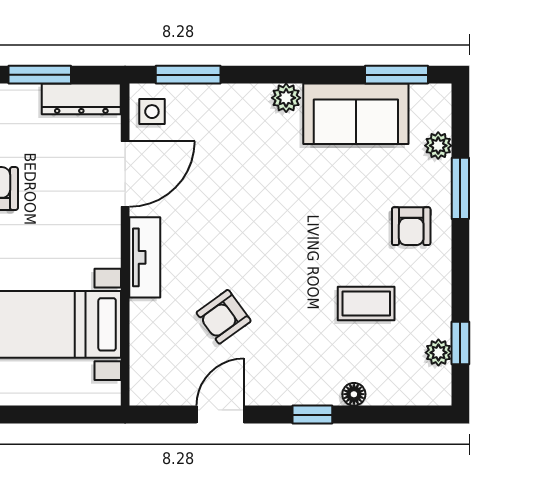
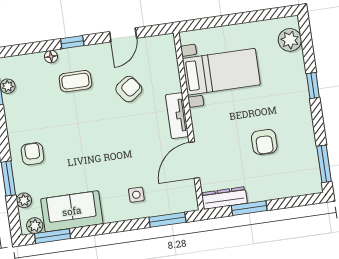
plant: (286, 98) -> (35, 226), moved
side table: (152, 112) -> (136, 195), moved
coffee table: (366, 303) -> (75, 81), moved

